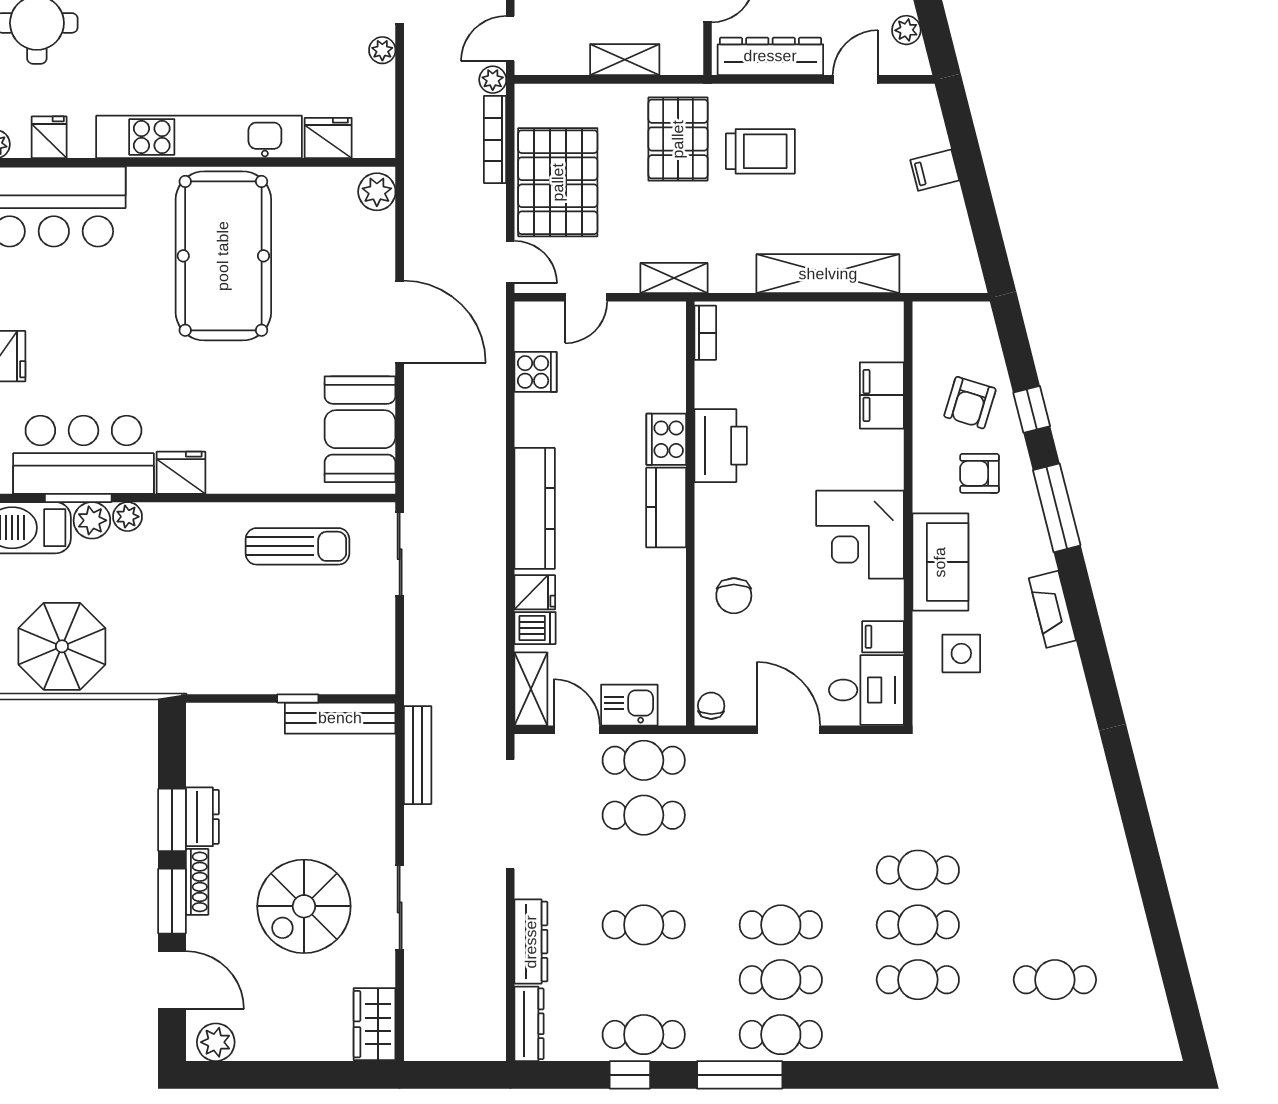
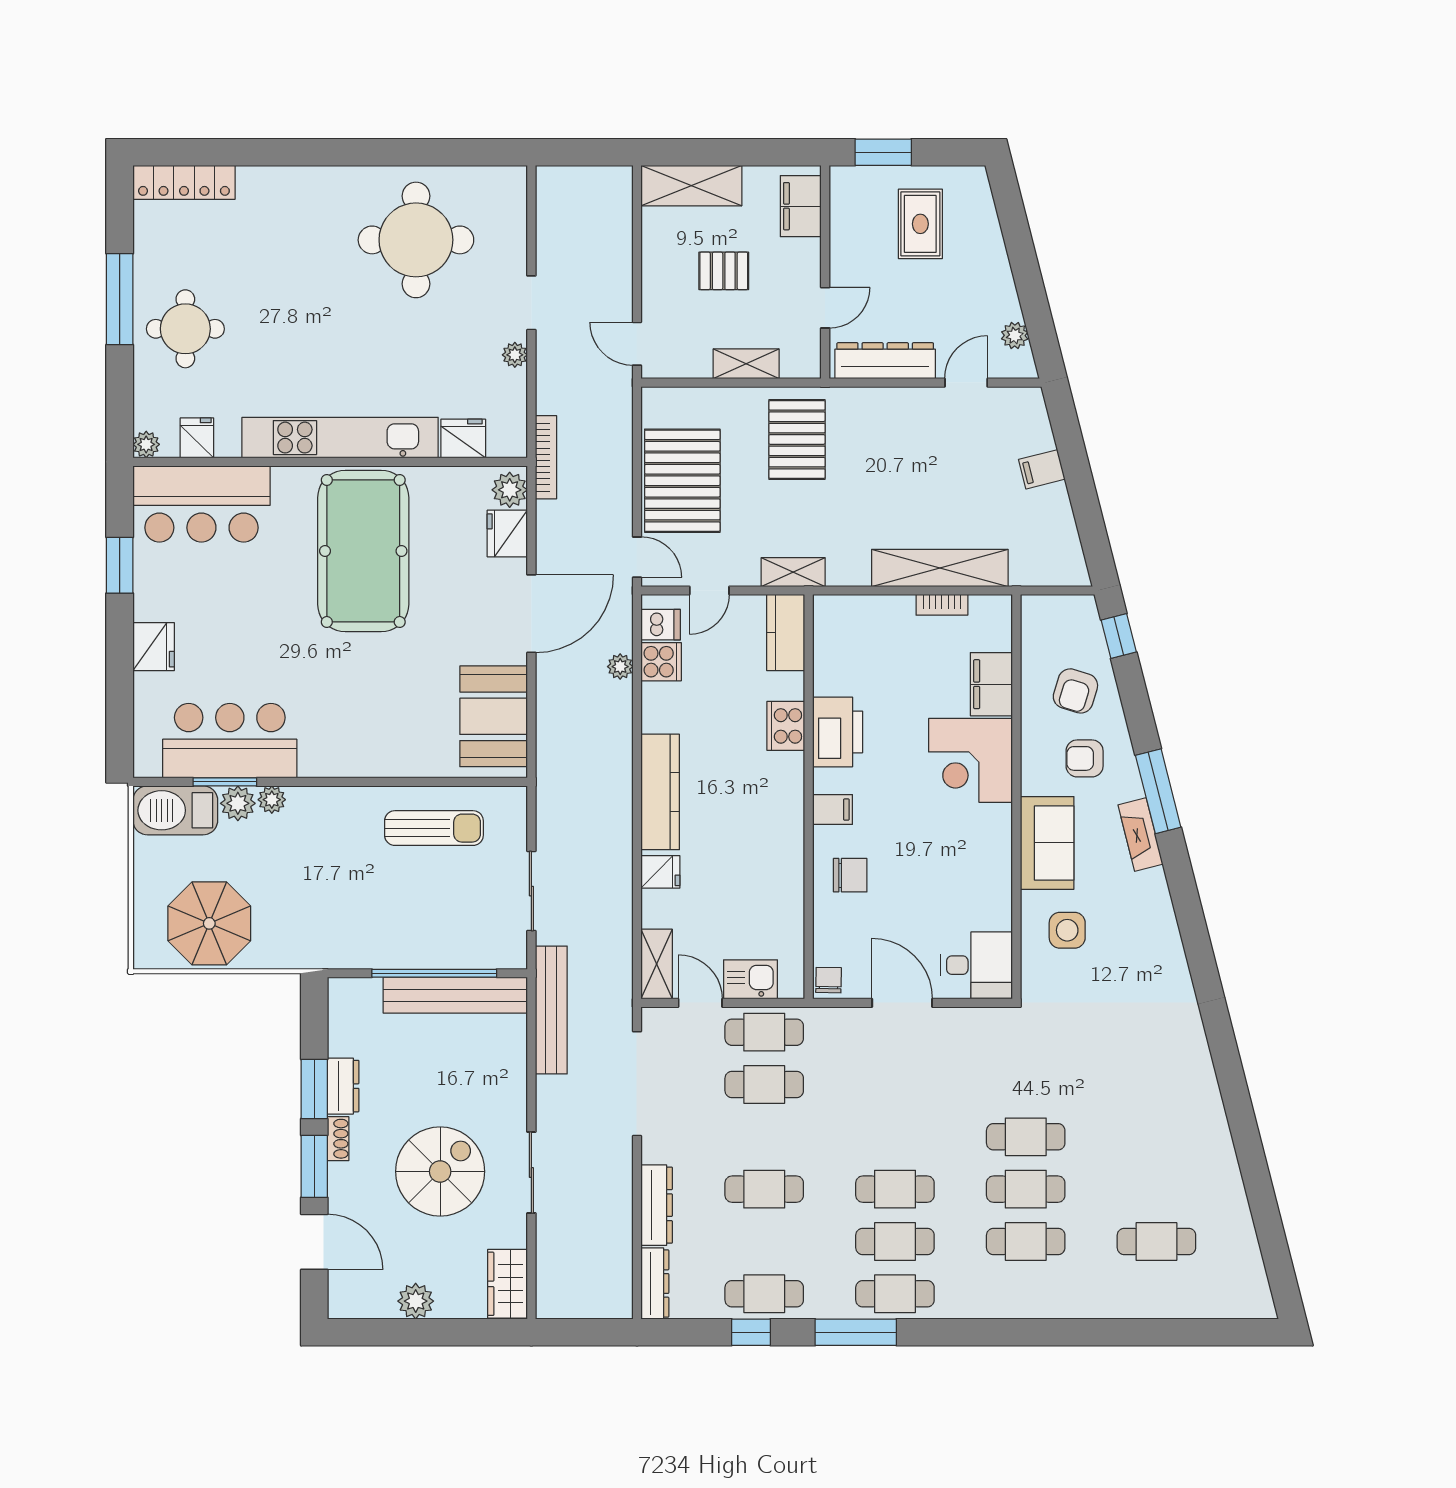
door: (510, 39) -> (637, 344), hinge flipped
plant: (493, 80) -> (620, 667), moved
bookcase: (495, 140) -> (546, 457), moved, turned 180
trolley: (760, 151) -> (875, 451), removed
door: (400, 322) -> (531, 614), hinge flipped
bookcase: (705, 333) -> (942, 605), moved, turned 90
window: (1032, 409) -> (1119, 636), moved
fridge: (181, 473) -> (507, 534), moved, turned -90
kitchen counter: (666, 507) -> (786, 632), moved
corner desk: (860, 535) -> (971, 760), moved
sliding door: (400, 554) -> (531, 891), moved
chair: (734, 596) -> (850, 875), turned -90
fireplace: (1052, 609) -> (1140, 835), moved
dishwasher: (535, 628) -> (661, 625), moved
filing cabinet: (883, 637) -> (832, 810), moved, turned 180
window: (298, 699) -> (434, 973), width x3.17
bench: (340, 718) -> (455, 995), width x1.37, depth x1.21
bench: (418, 755) -> (551, 1010), width x1.37, depth x1.21
shoe rack: (197, 882) -> (338, 1139), width x0.70
spiral stairs: (304, 906) -> (440, 1171), turned 180
plant: (216, 1042) -> (416, 1301), moved

